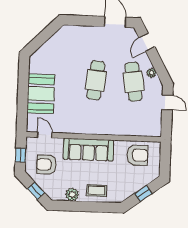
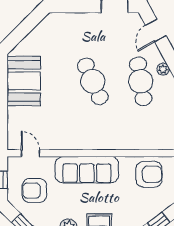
cafe table: (96, 80) -> (93, 81), turned -30
booth: (41, 94) -> (24, 81), moved

